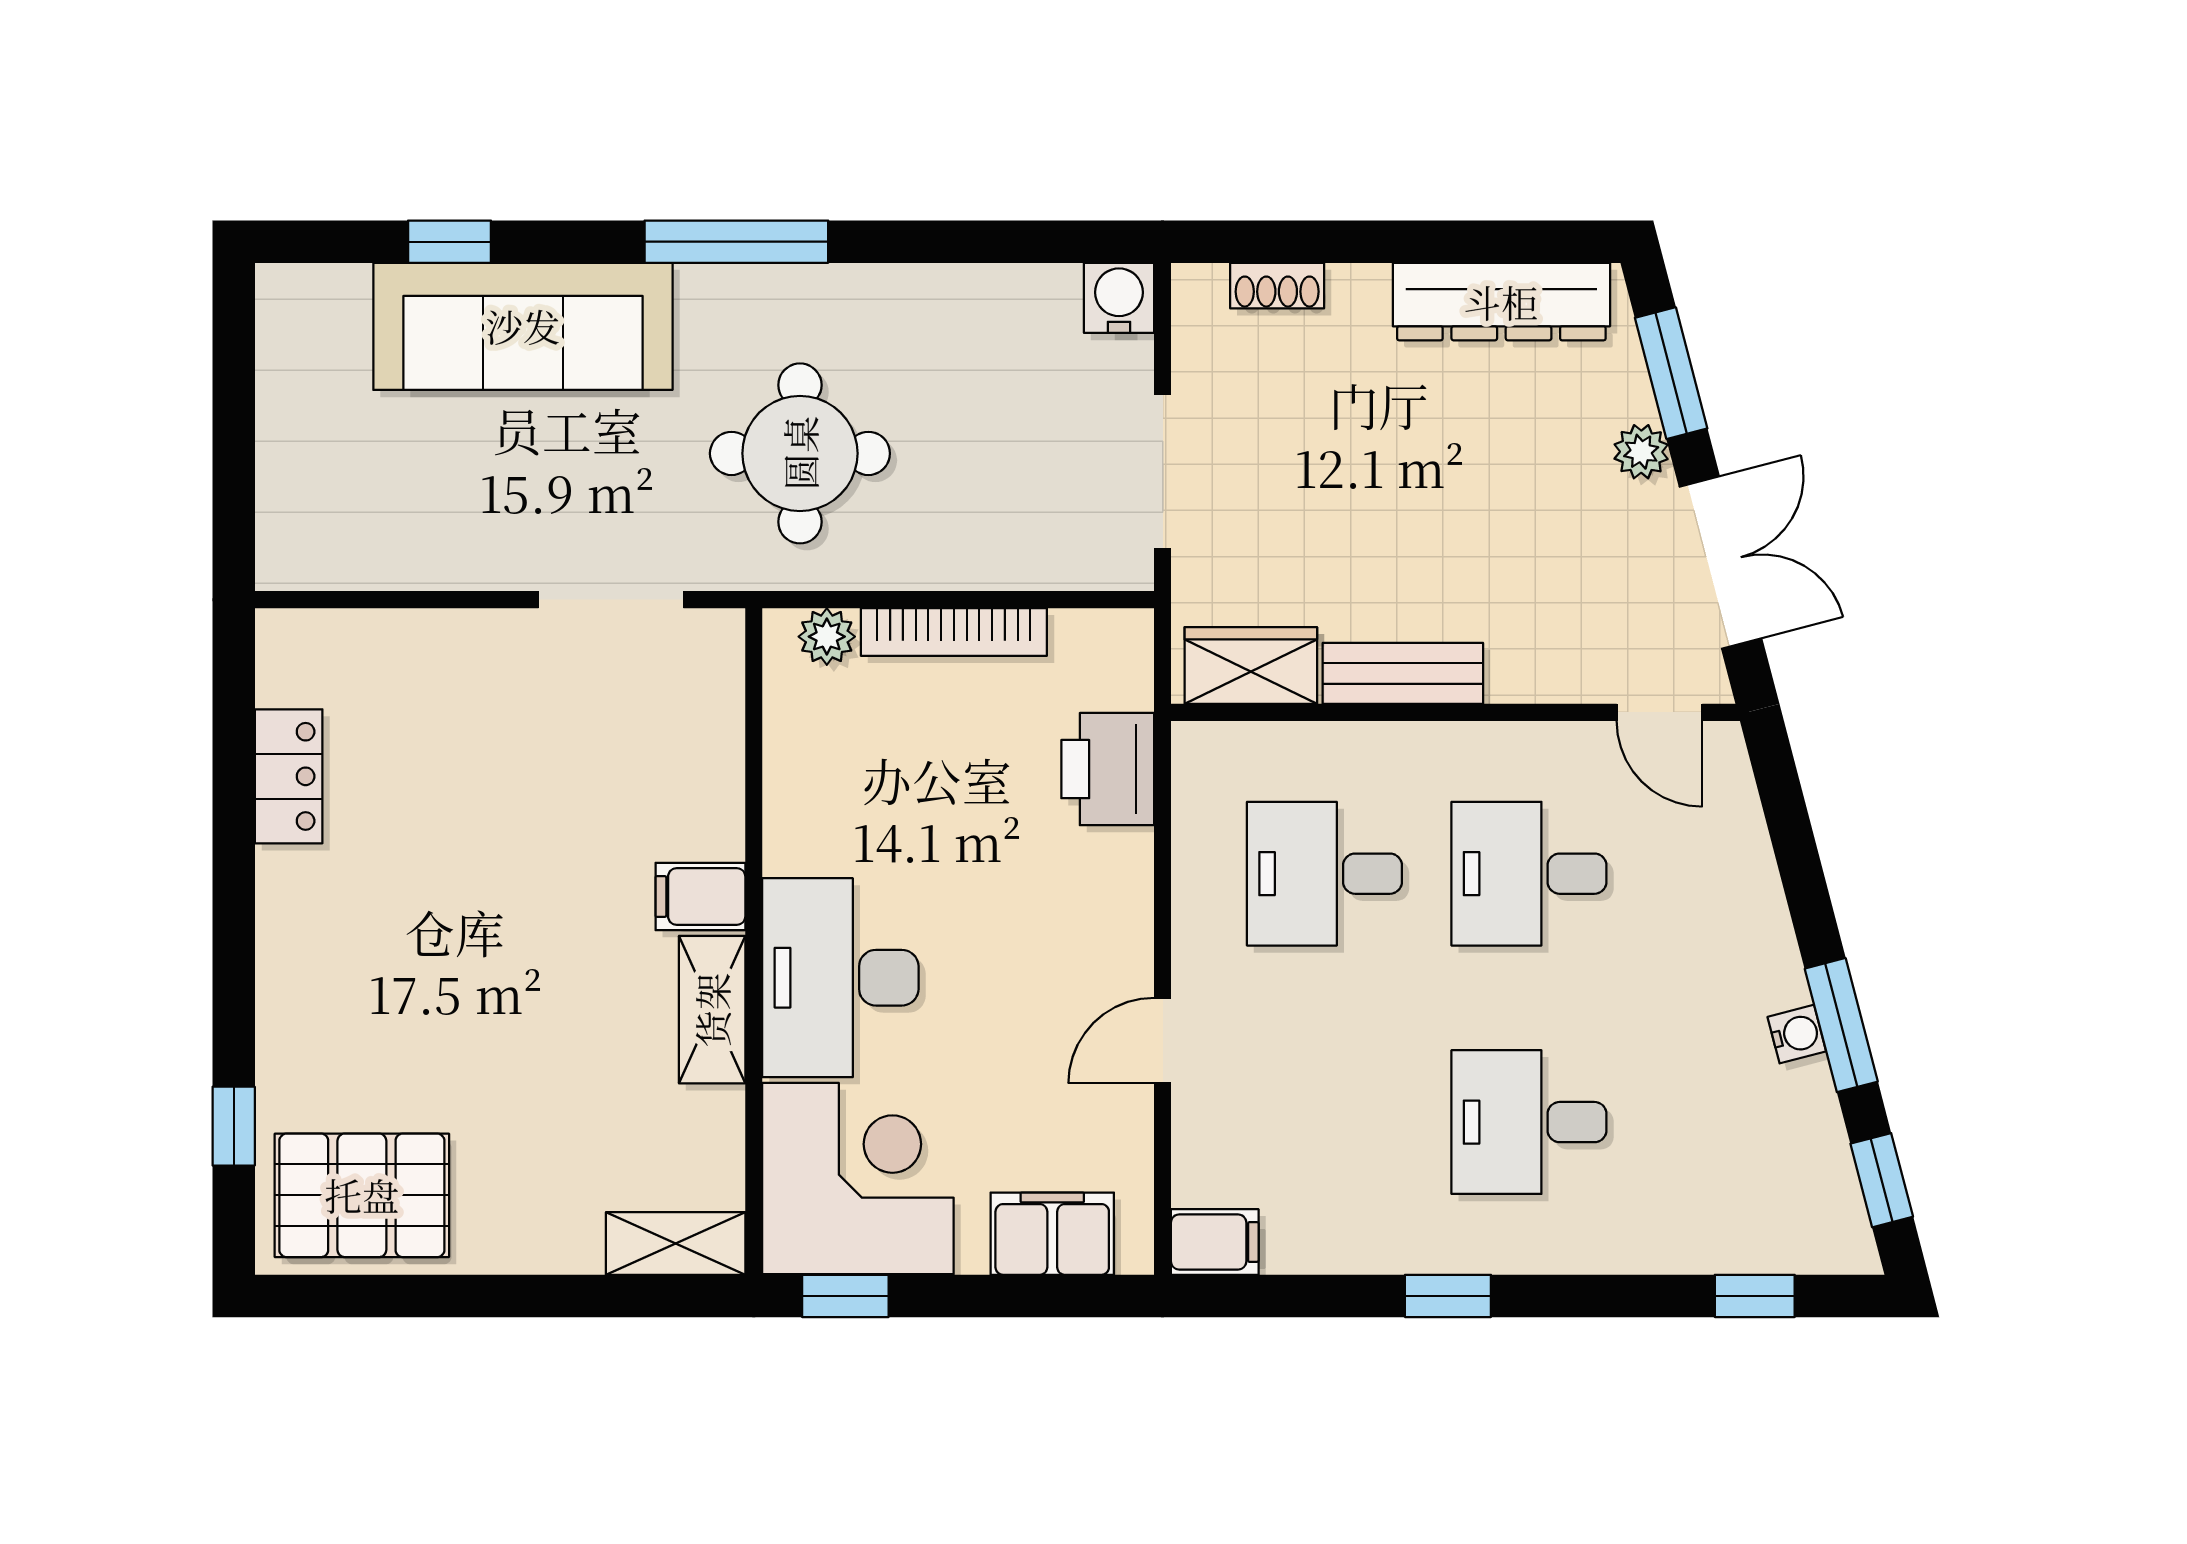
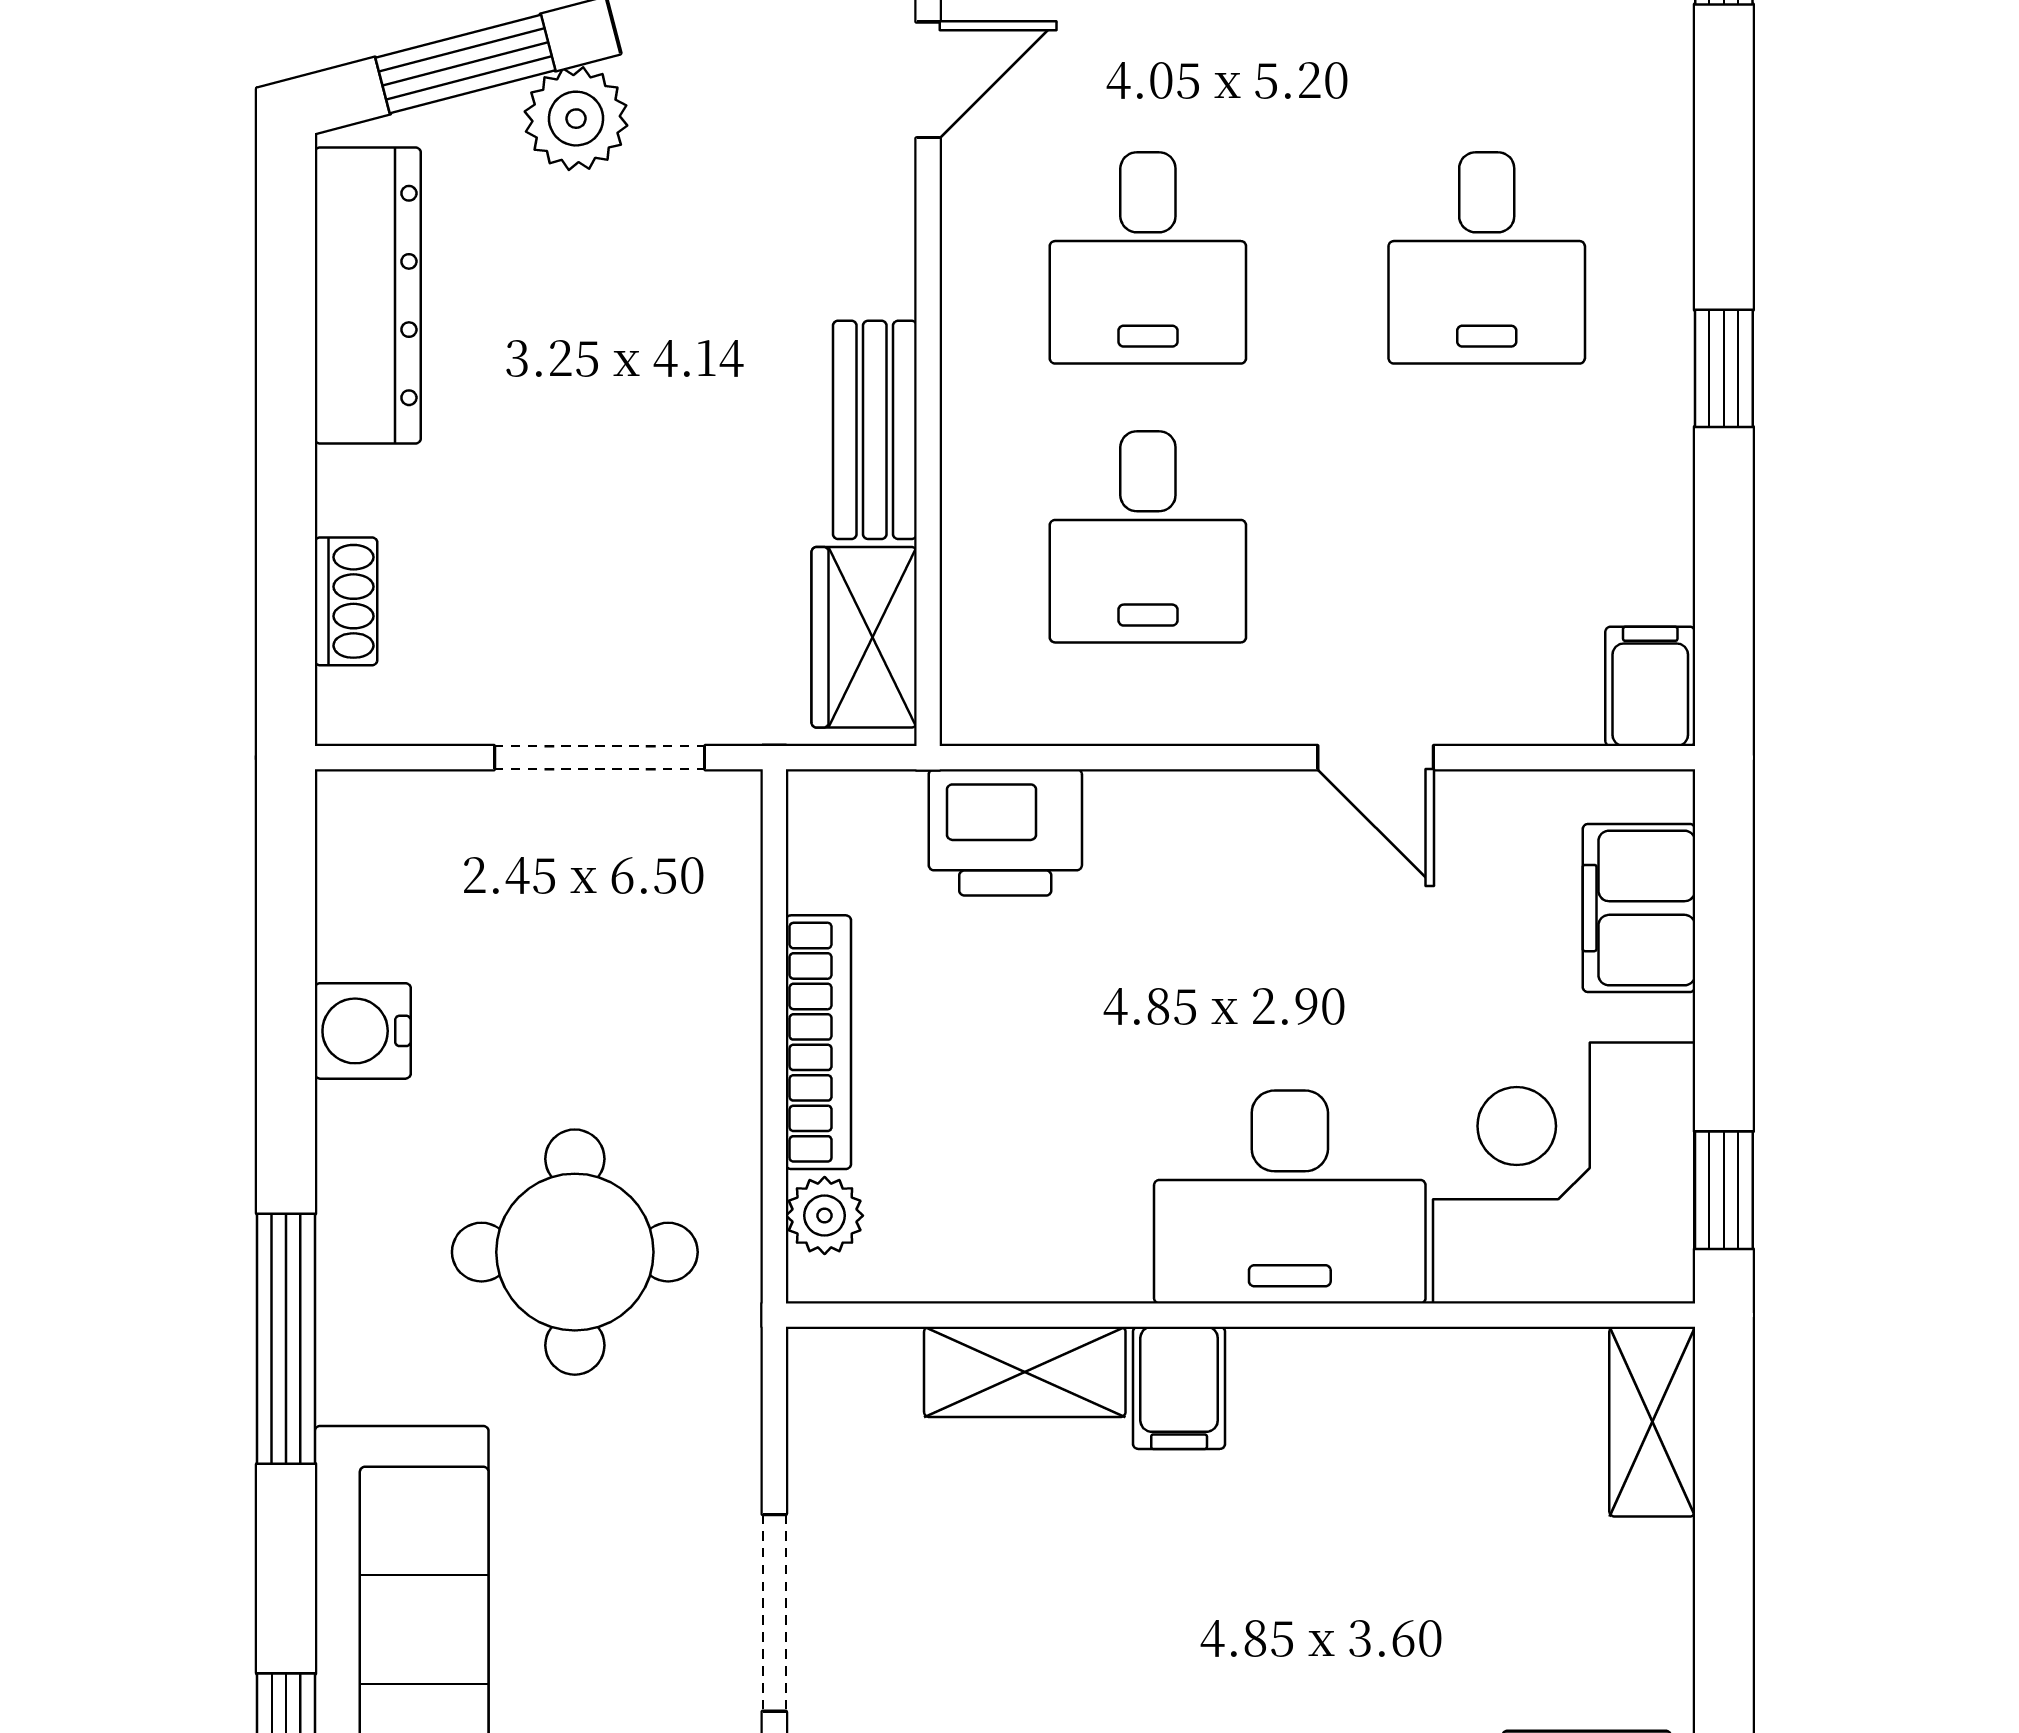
water cooler: (1119, 298) -> (363, 1031), moved
plant: (1641, 452) -> (576, 119), width x1.38, depth x1.38
doorway: (611, 600) -> (774, 1613), moved
shelving: (712, 1010) -> (1025, 1372), moved

